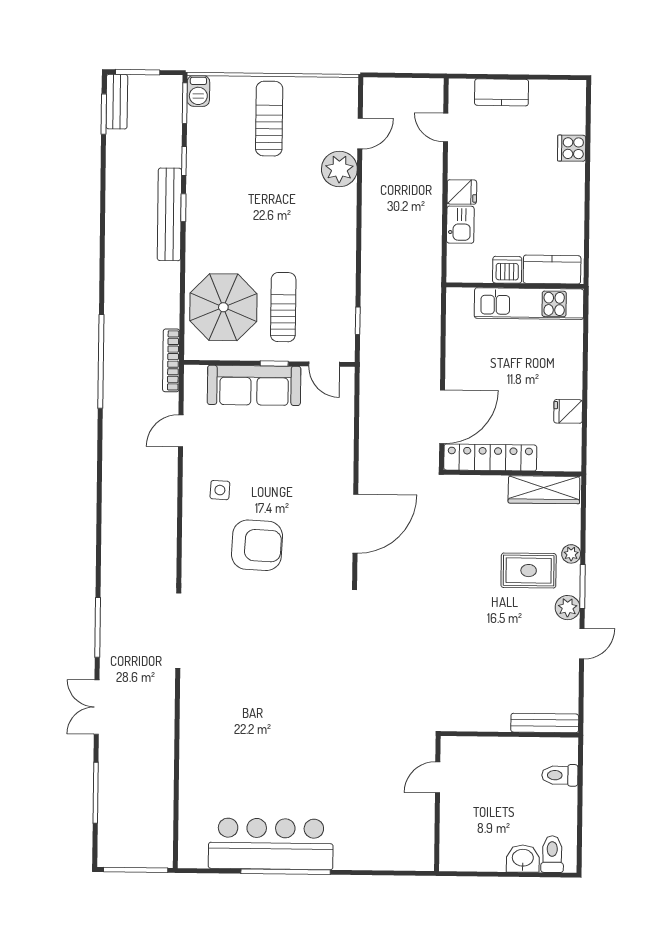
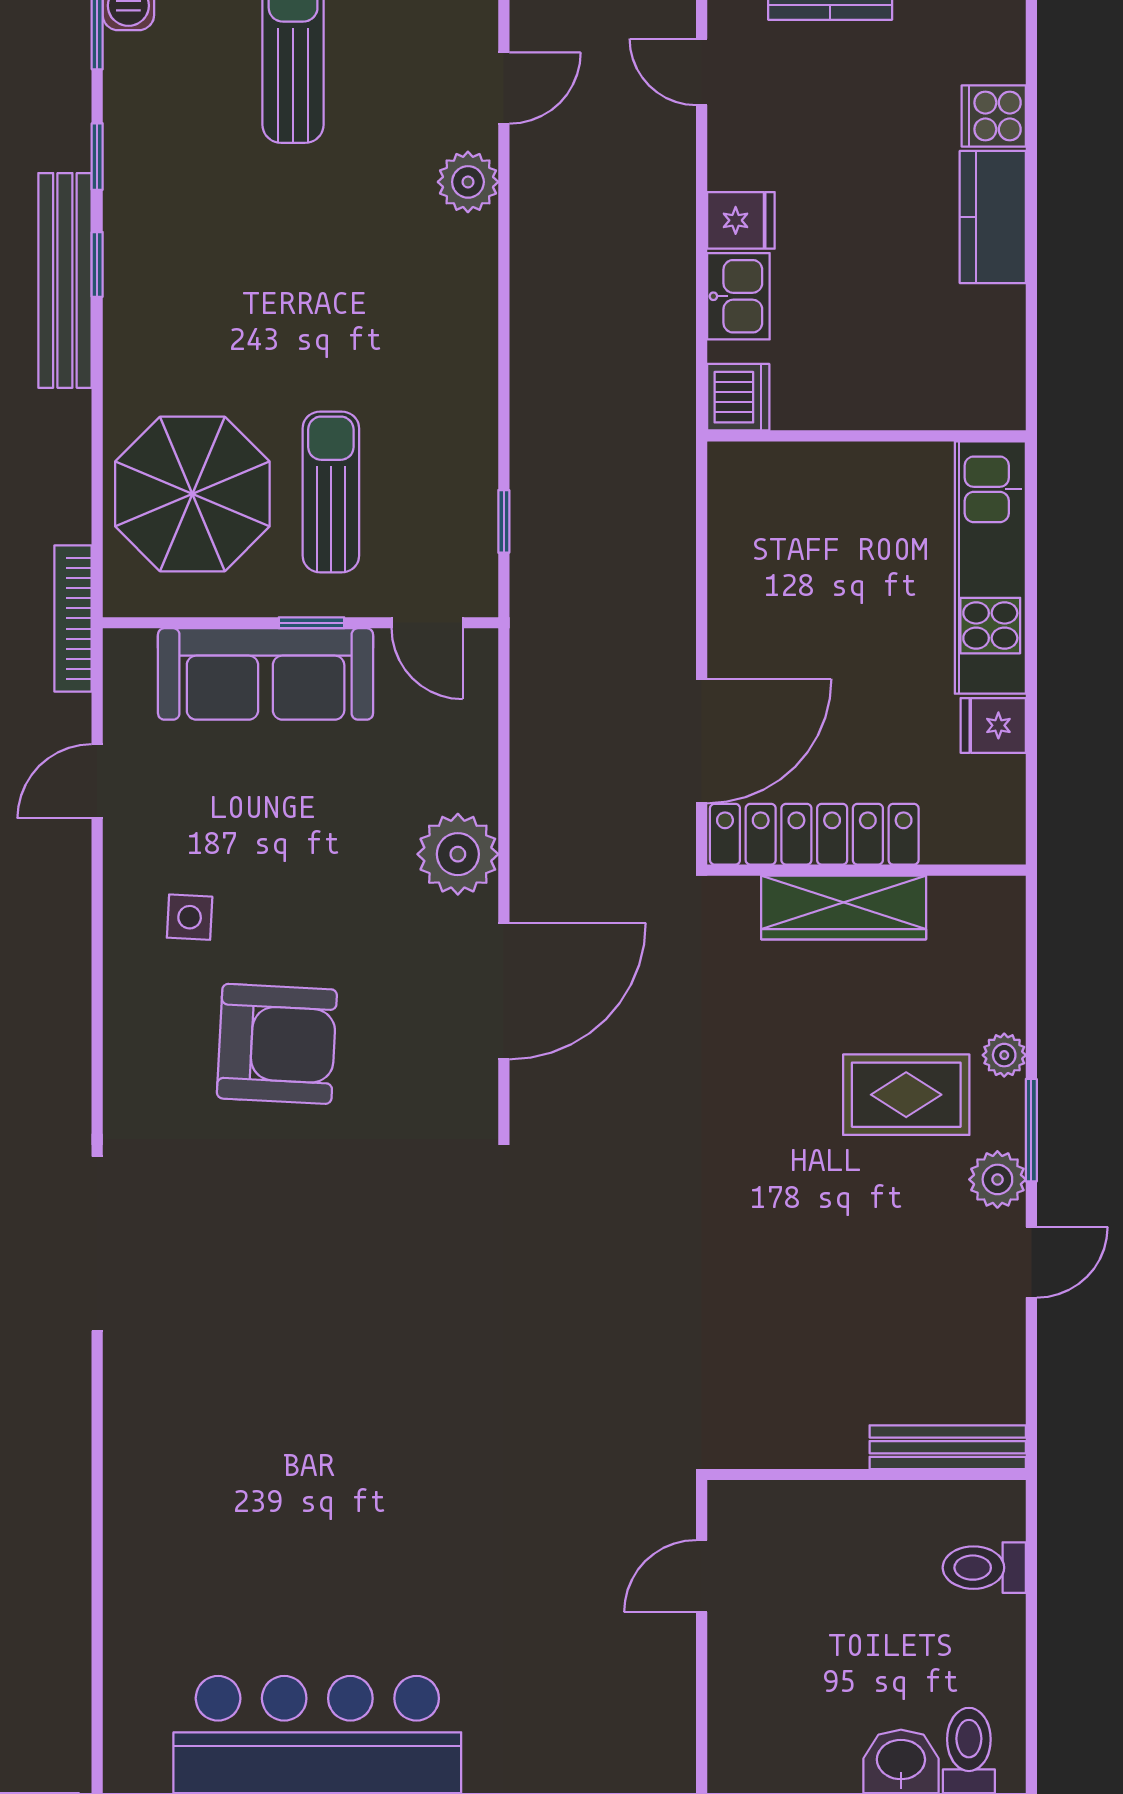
plant: (339, 169) -> (468, 182), width x0.73, depth x0.73
kitchen counter: (552, 269) -> (993, 217), moved, turned -90
dishwasher: (507, 270) -> (738, 397), moved, turned 90
kitchen unit: (529, 304) -> (990, 568), moved, turned 90
plant: (336, 464) -> (458, 854), added
wardrobe: (544, 490) -> (844, 907), moved

